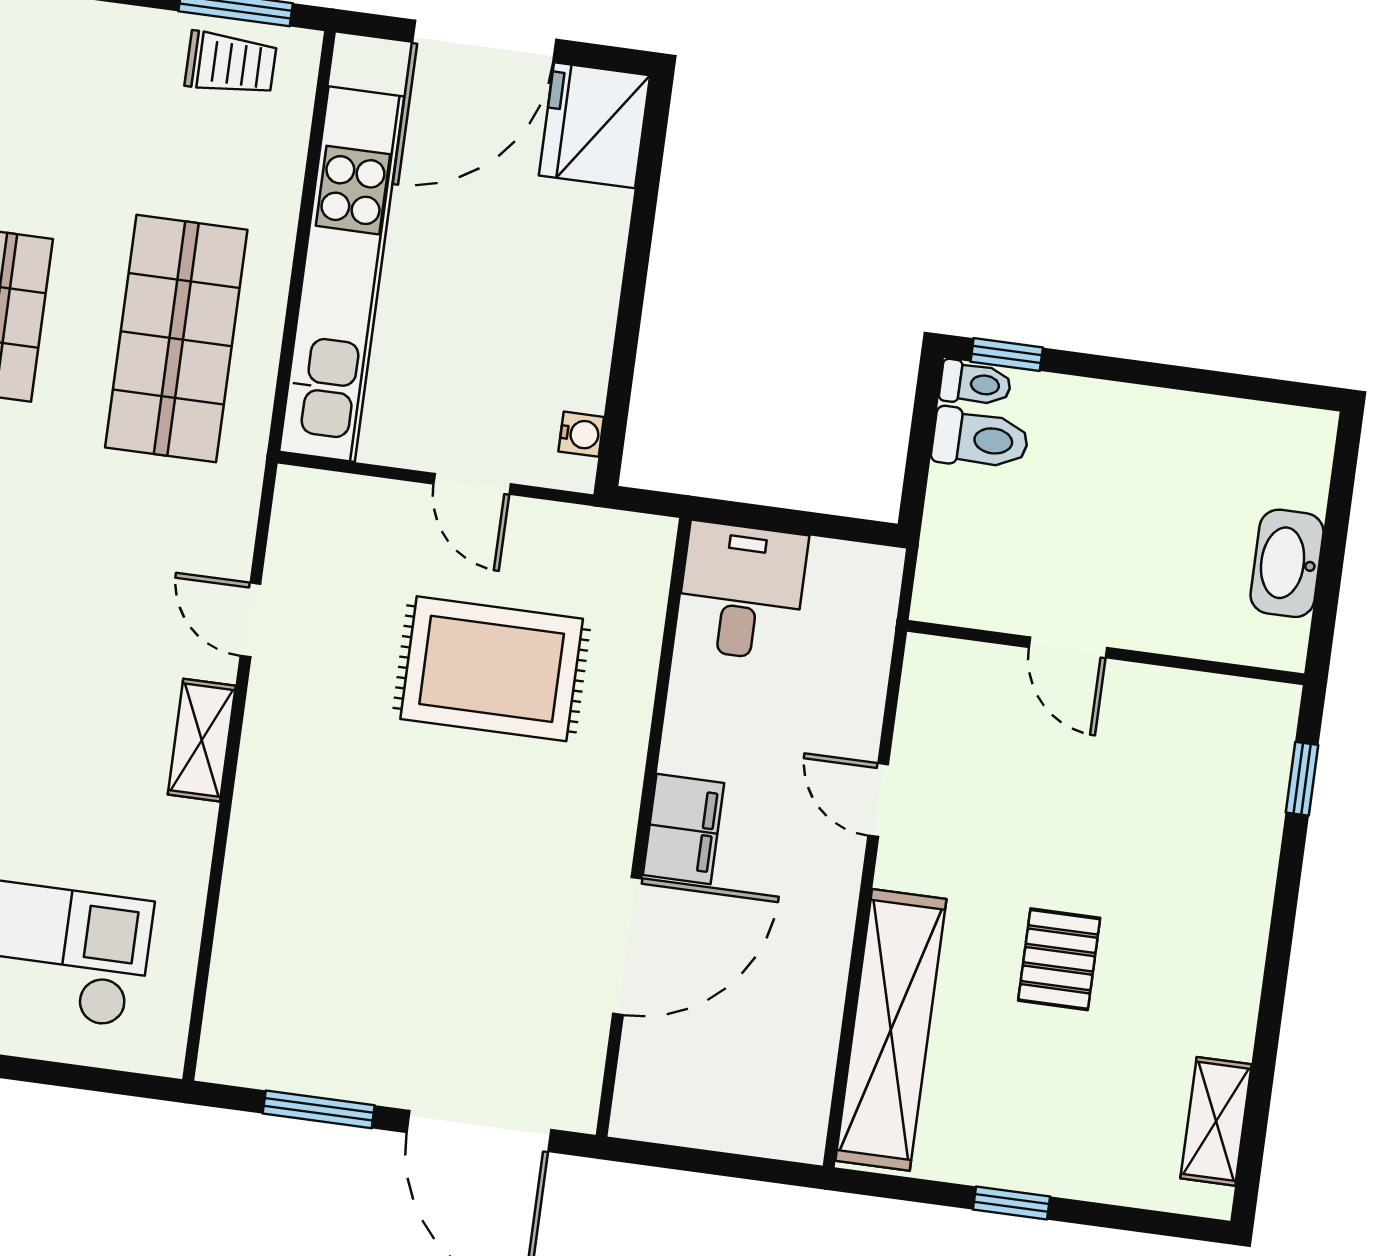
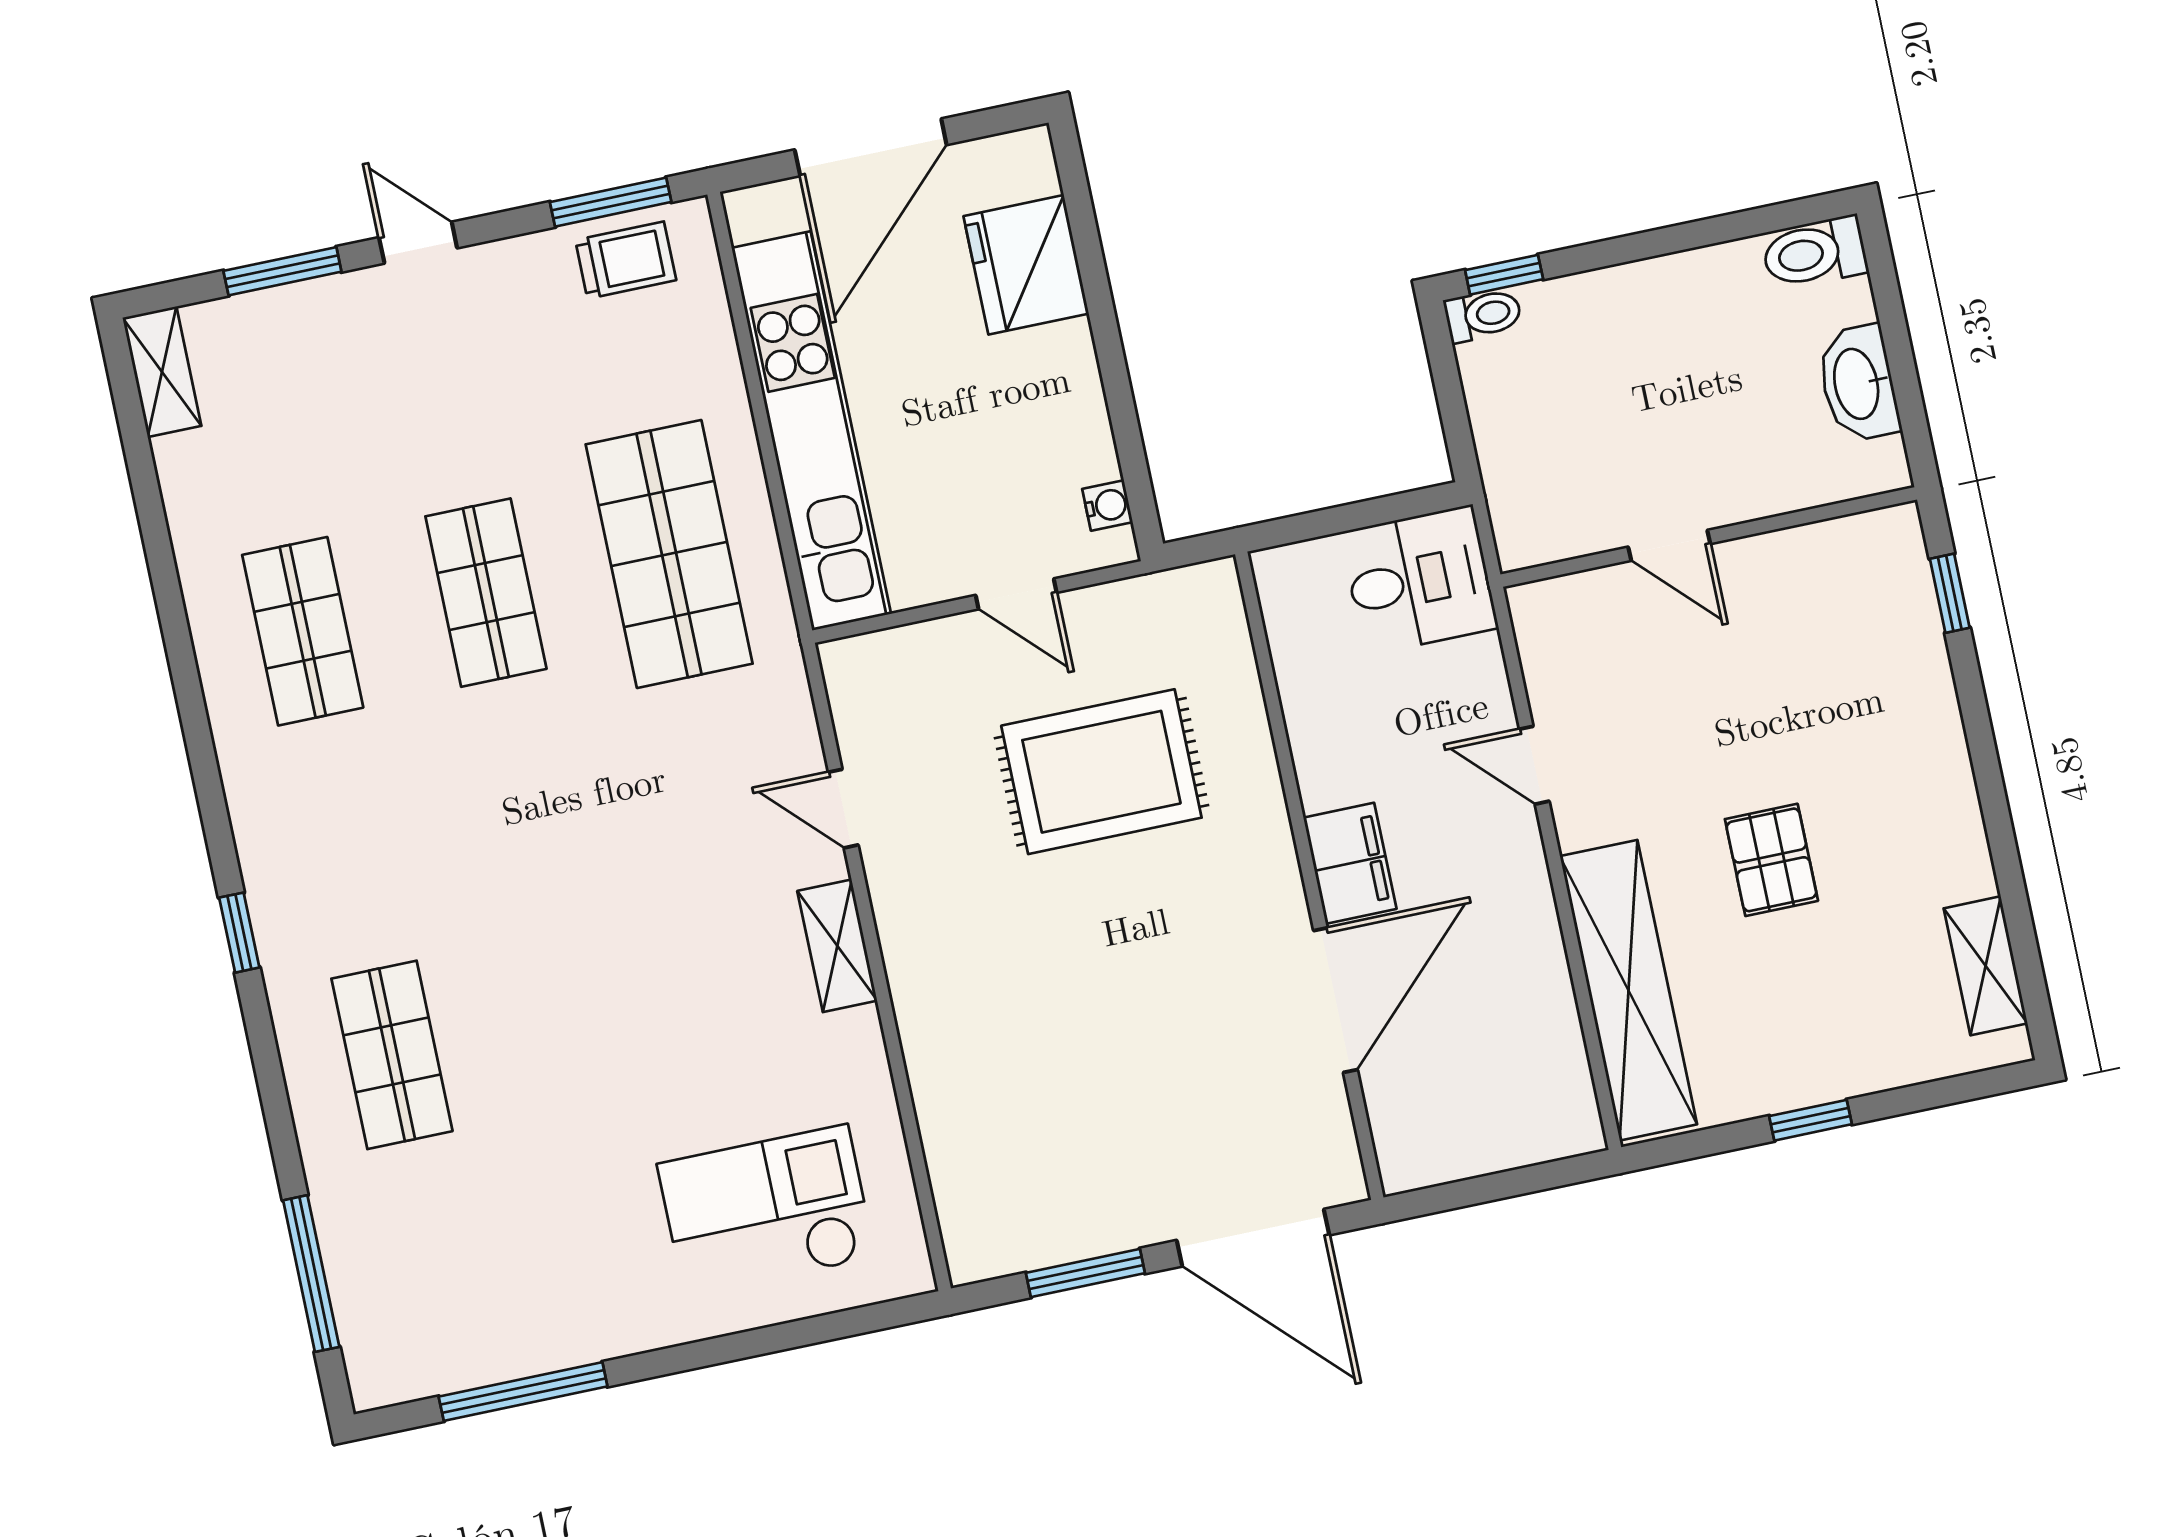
fridge: (594, 125) -> (1026, 265), moved
toilet: (980, 439) -> (1815, 253), moved, turned 180
desk: (741, 591) -> (1419, 580), moved, turned 90

